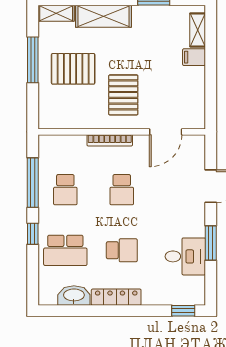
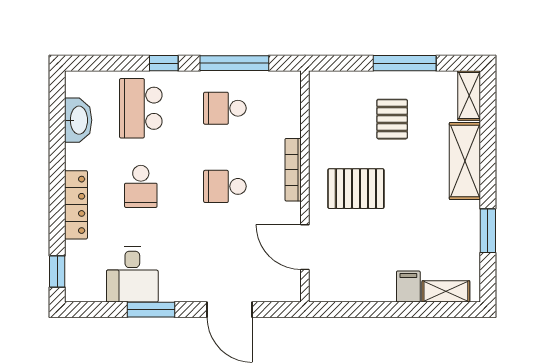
pallet: (73, 69) -> (392, 119), width x0.67, depth x0.71
locker: (116, 297) -> (76, 205), moved

